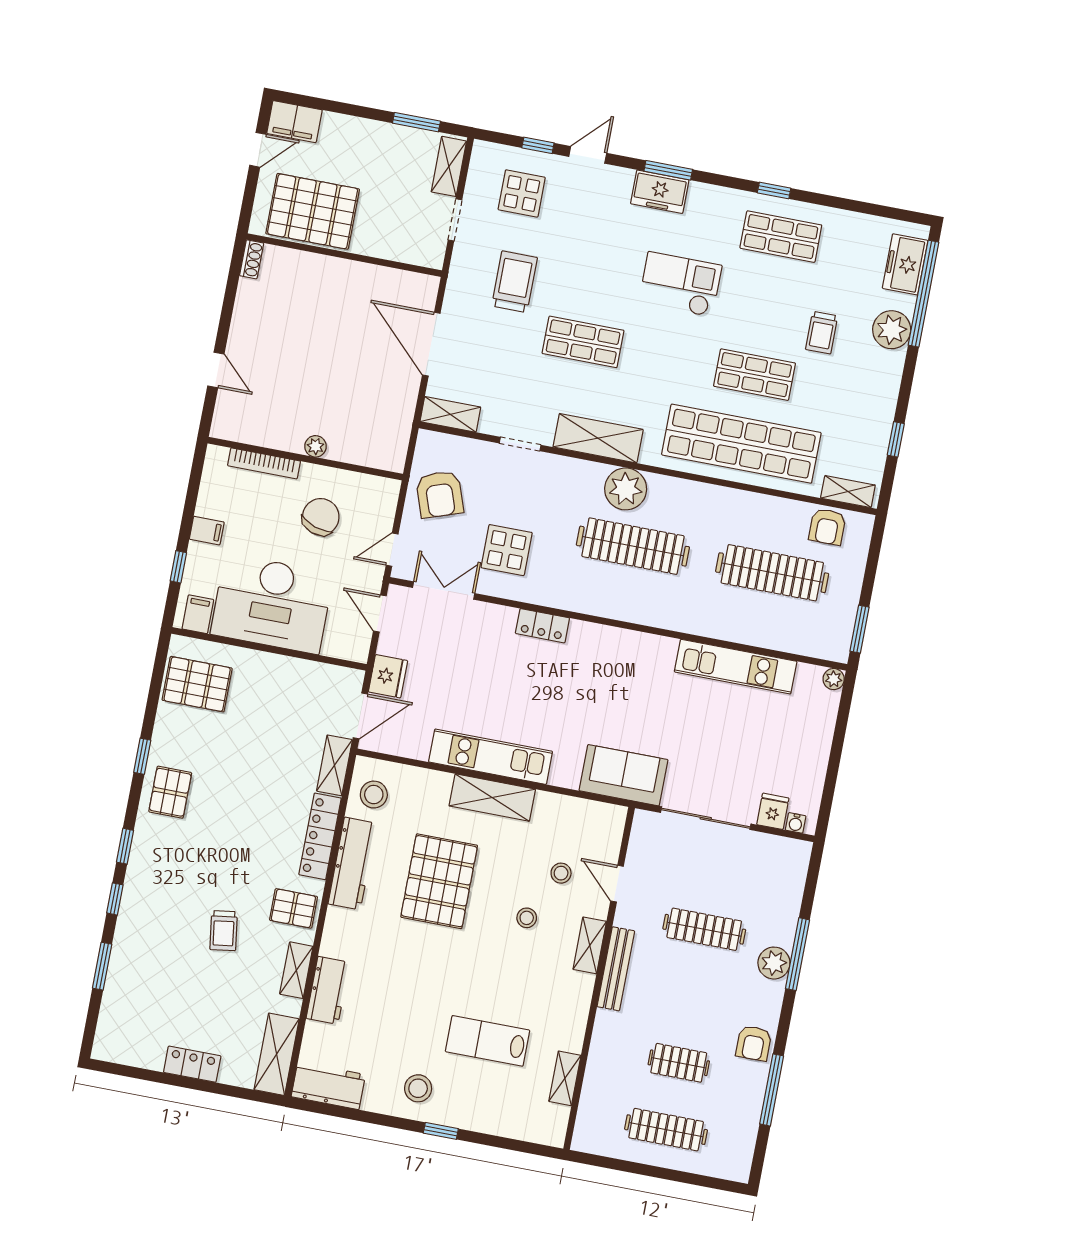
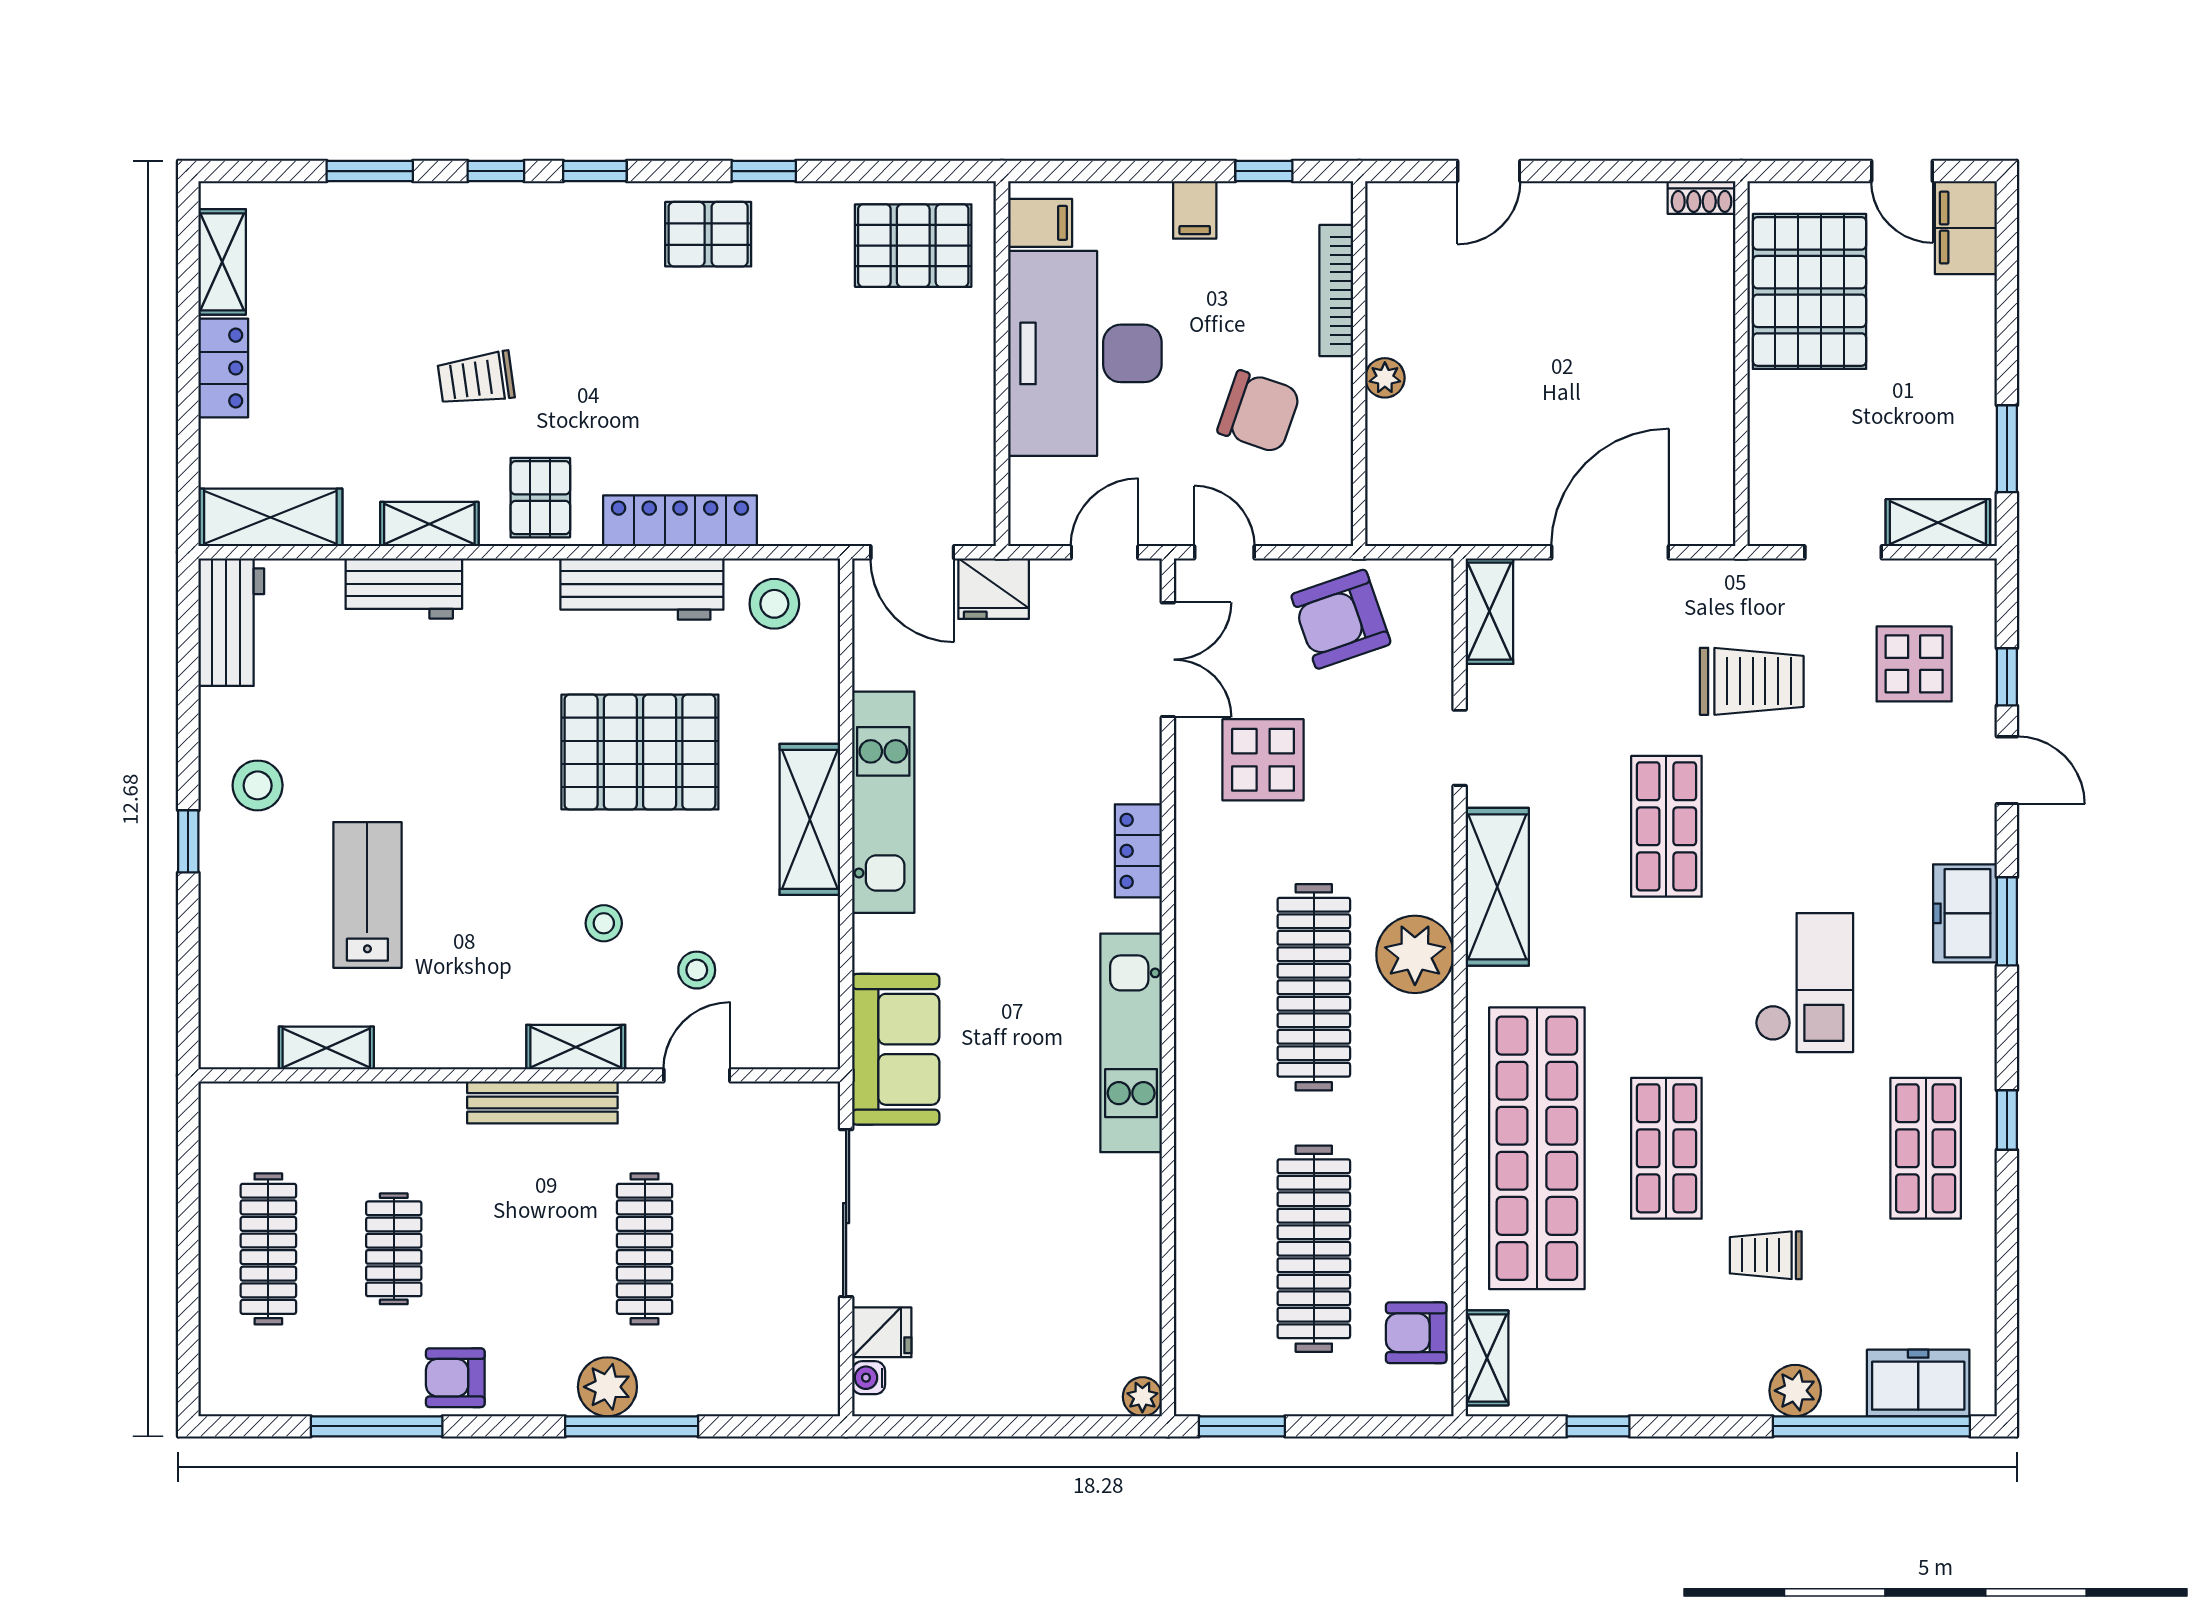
plant: (892, 330) -> (1795, 1391), width x0.73, depth x0.73
window: (178, 567) -> (1264, 171), moved
kitchen unit: (736, 667) -> (1131, 1043), moved
pallet: (197, 684) -> (913, 246), turned 90
shelving: (334, 765) -> (222, 262), moved, turned 90

